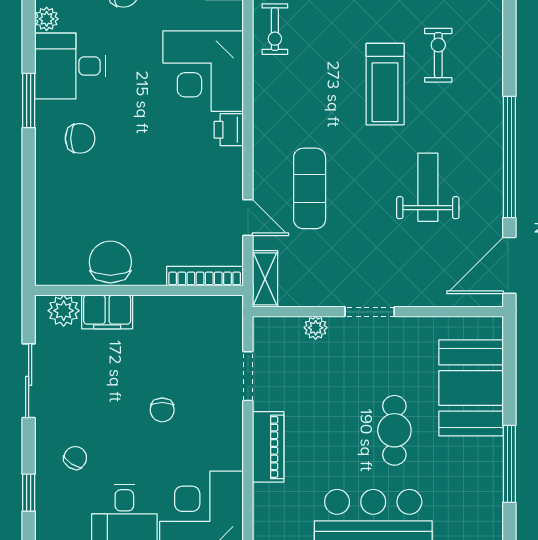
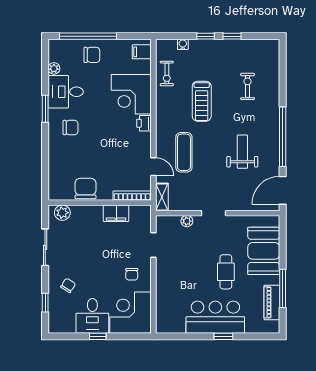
treadmill: (385, 84) -> (202, 101), moved
filing cabinet: (107, 312) -> (116, 213), moved
chair: (162, 410) -> (132, 274), moved
piano: (268, 447) -> (272, 302), moved, turned 180

